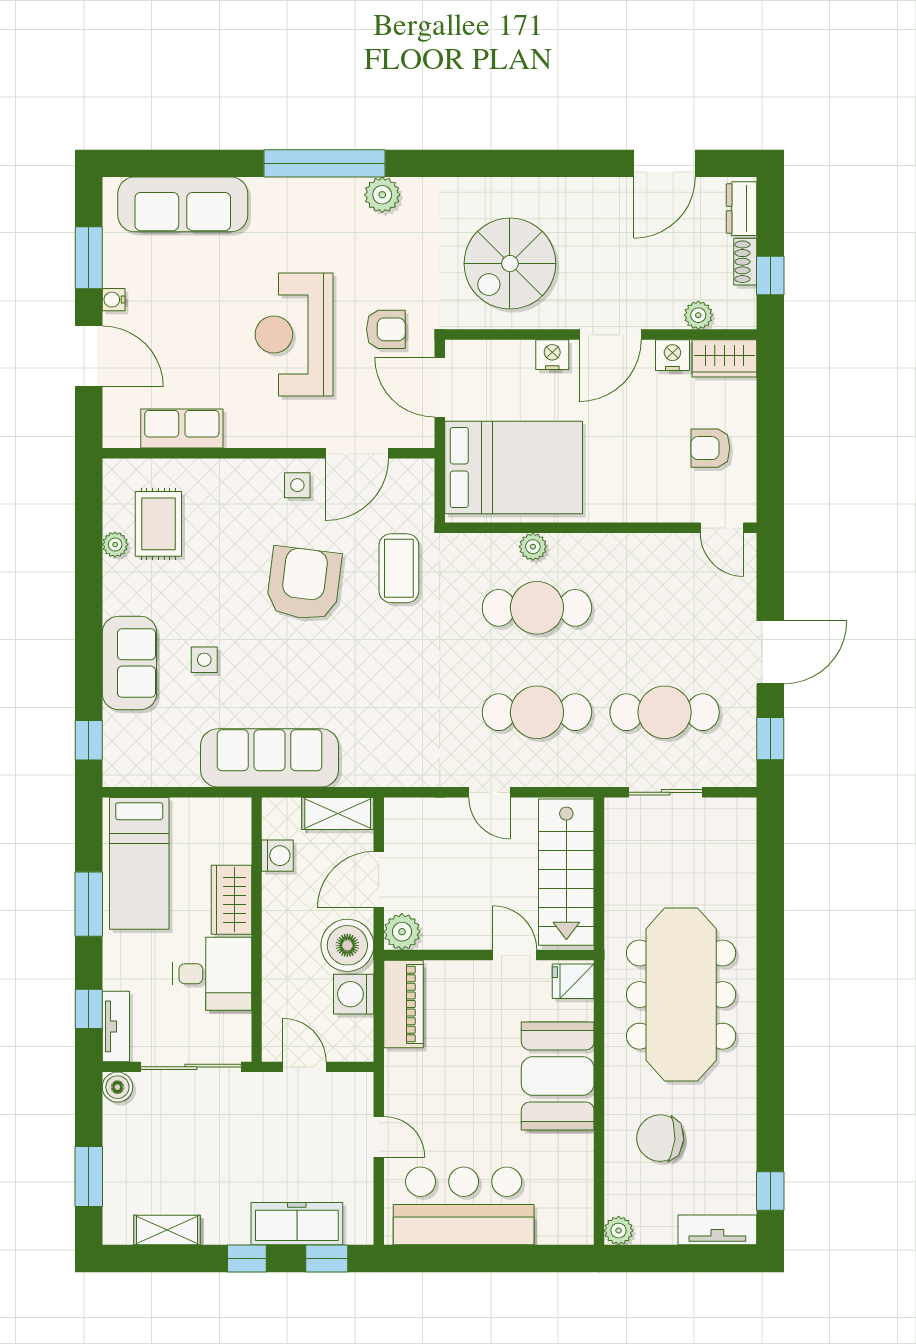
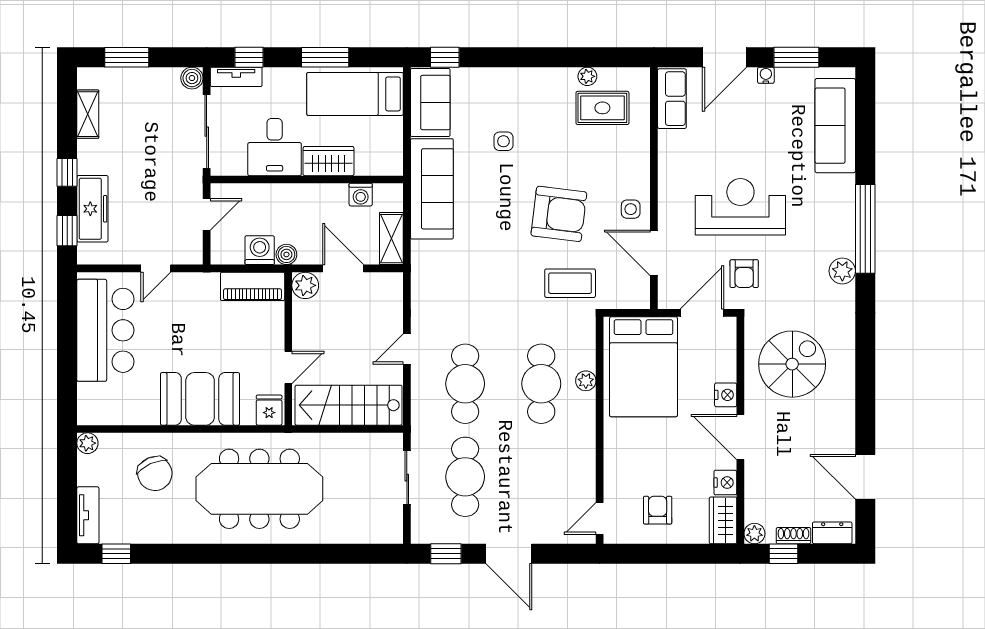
spiral stairs: (510, 264) -> (792, 364), turned 90
plant: (698, 315) -> (754, 534), moved
row of seats: (182, 428) -> (672, 99), moved
sofa: (129, 663) -> (430, 103), moved, turned -90
boiler: (347, 945) -> (286, 254), width x0.54, depth x0.54
chair: (660, 1138) -> (155, 474), turned 152

